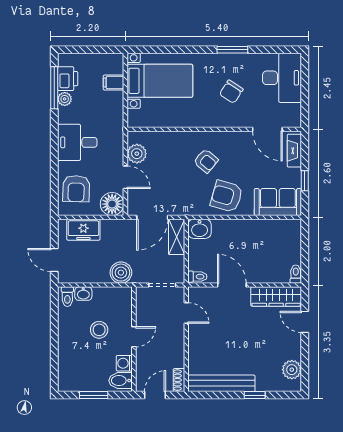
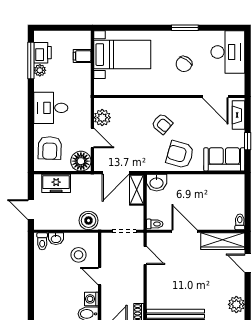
stool: (99, 330) -> (79, 255), moved
door: (134, 337) -> (100, 276), swing flipped

